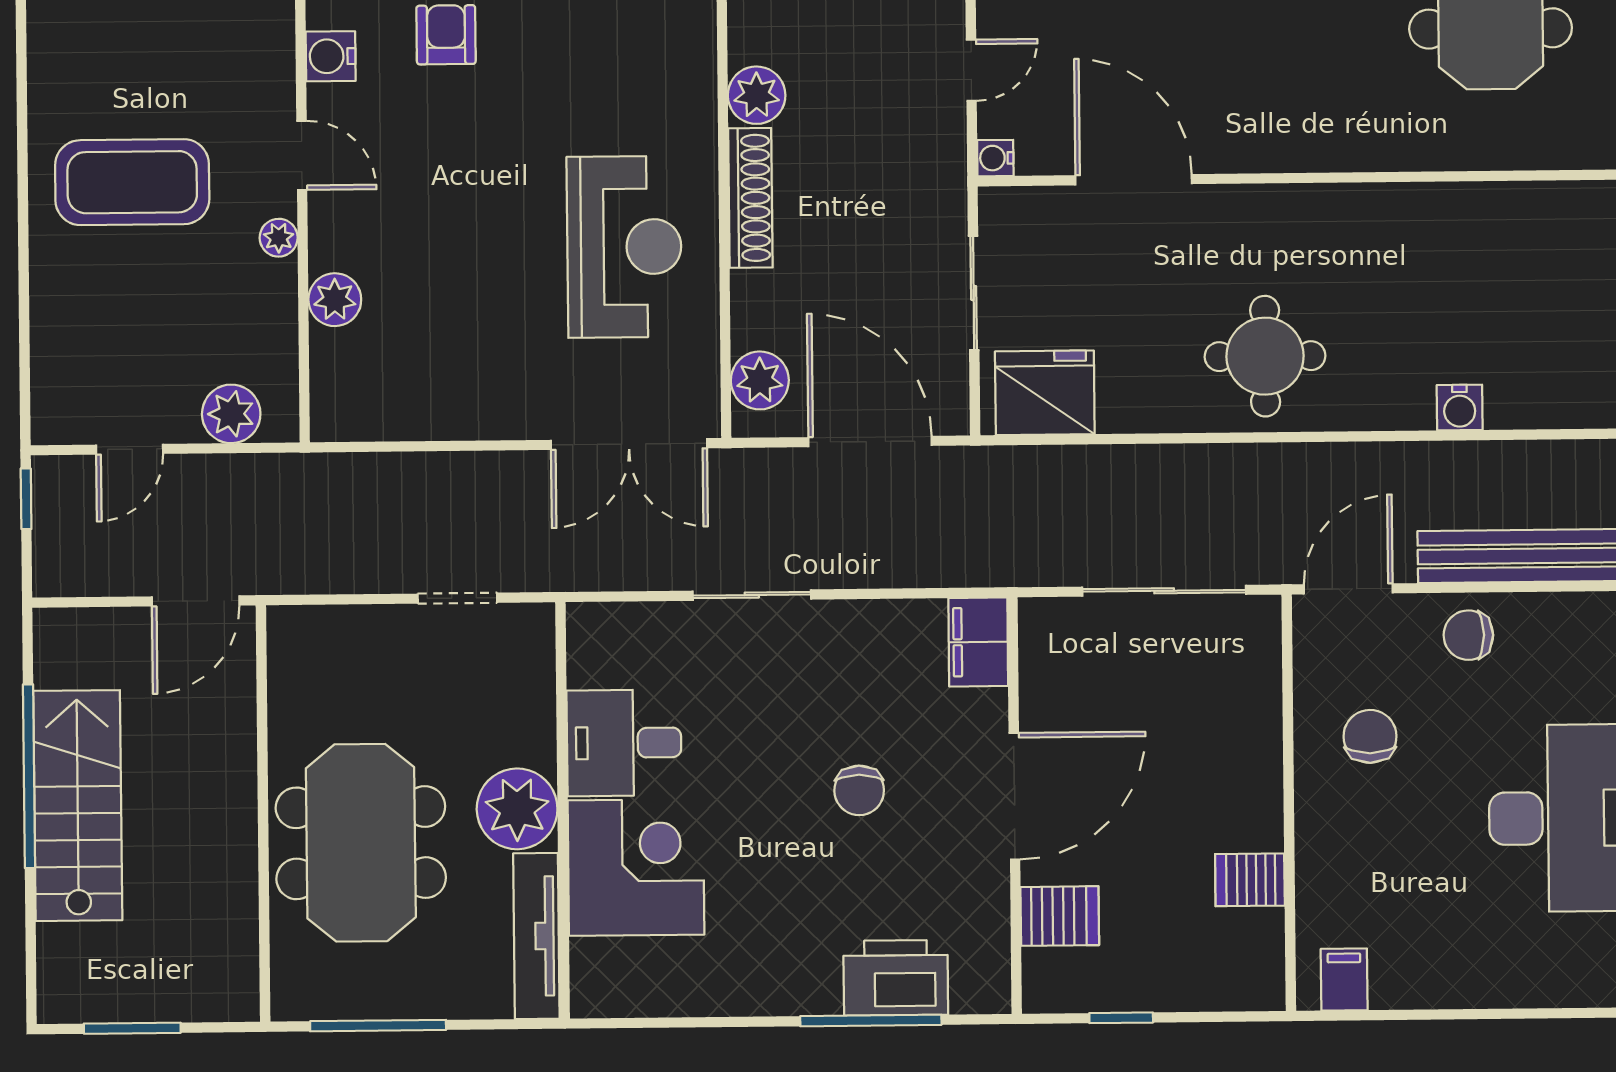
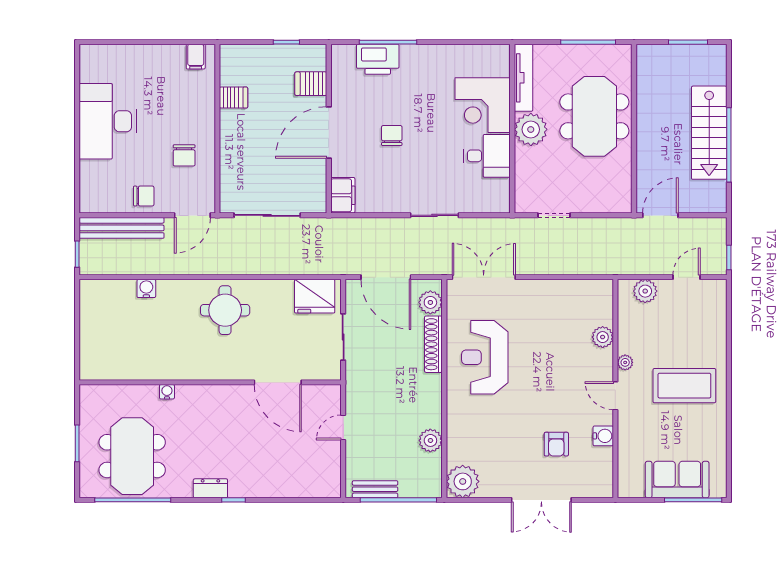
plant: (757, 95) -> (430, 440), moved
water cooler: (995, 158) -> (167, 392), moved, turned -90
shoe rack: (750, 198) -> (433, 344), moved

